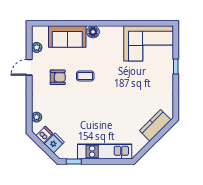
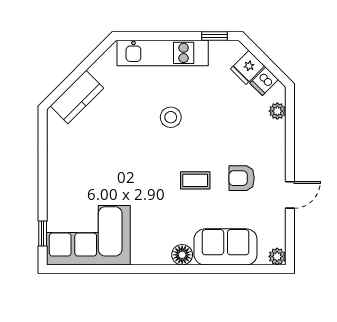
plant: (37, 47) -> (277, 256), moved
window: (176, 67) -> (43, 234), moved
stool: (100, 113) -> (171, 117), added

